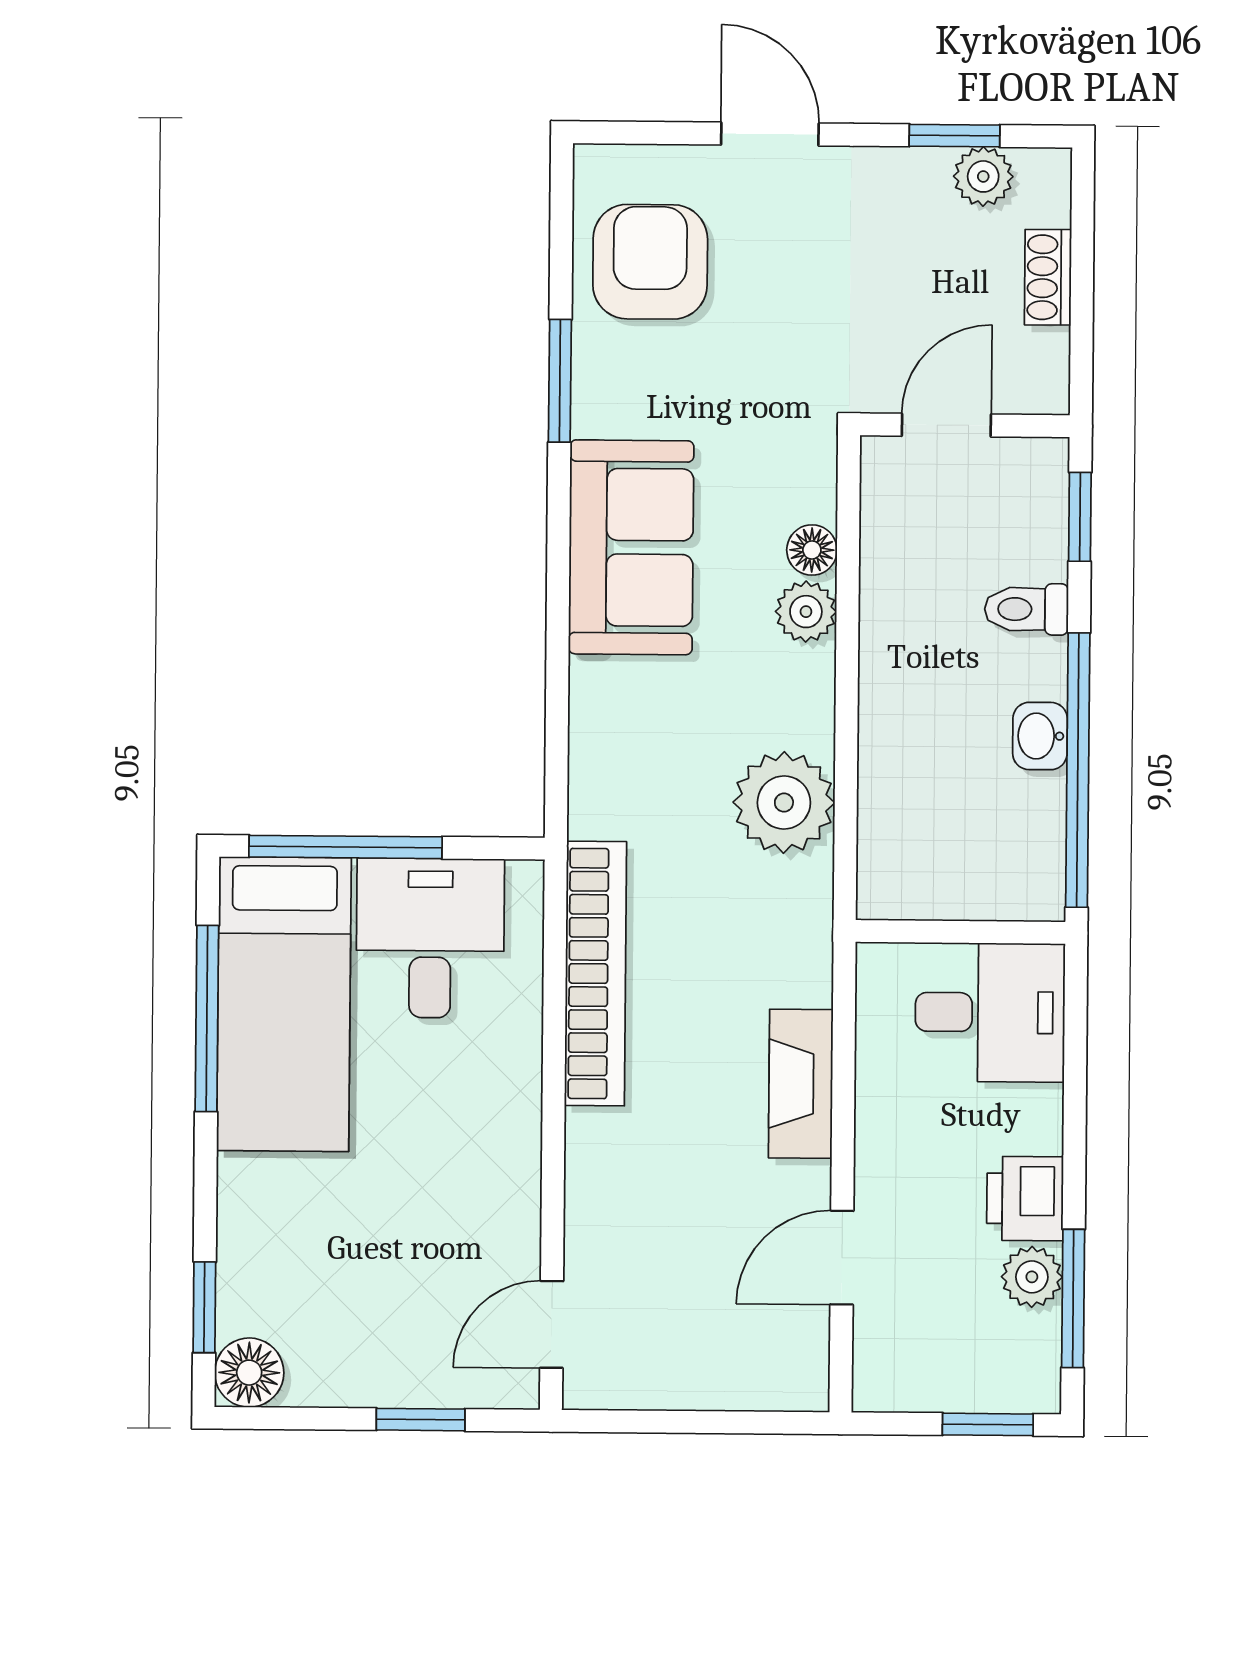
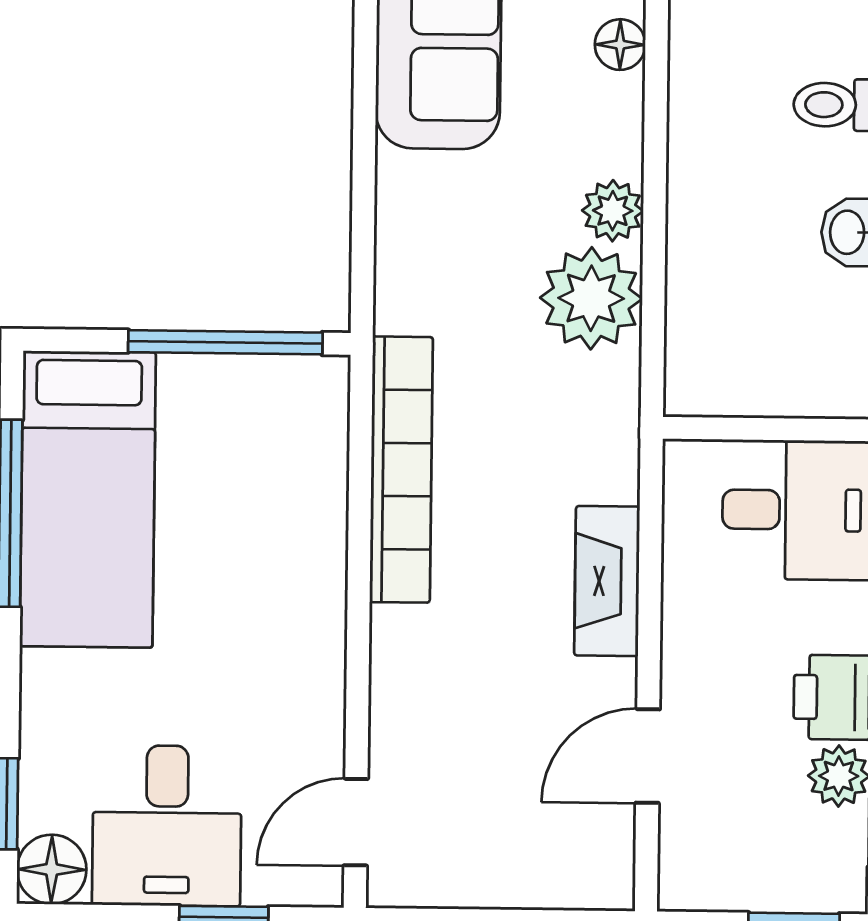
plant: (806, 612) -> (613, 211), moved
window: (346, 847) -> (225, 342), moved
desk: (430, 938) -> (167, 826), moved, turned 180

